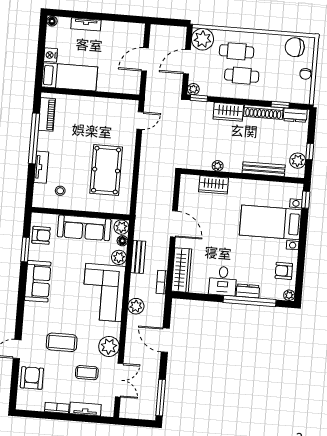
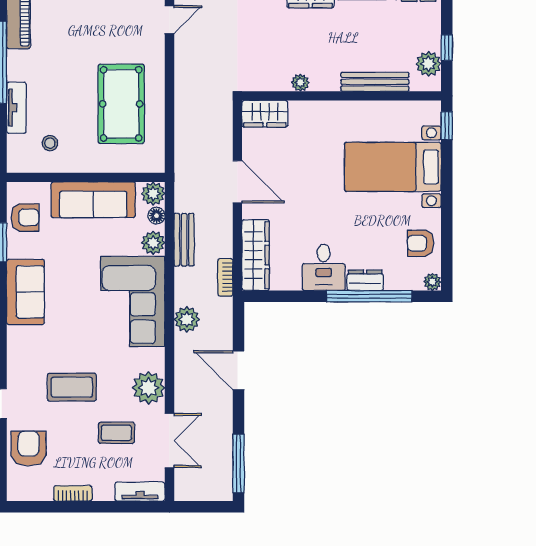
wardrobe: (214, 185) -> (265, 114), moved
tv unit: (85, 409) -> (140, 492), moved

